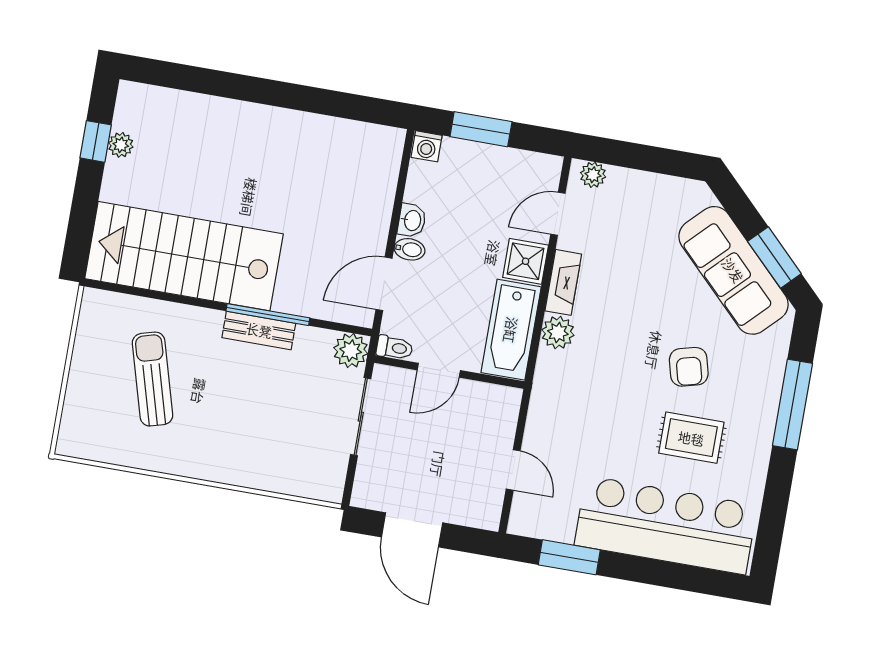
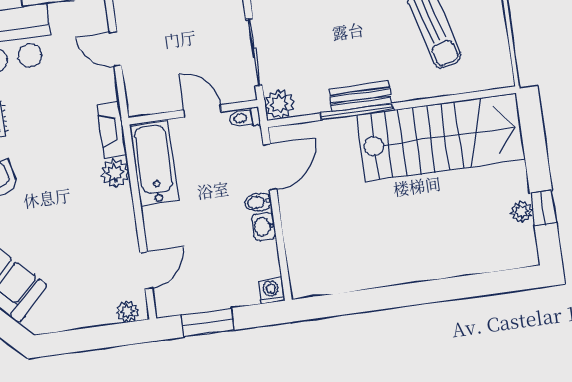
window: (481, 129) -> (208, 322), moved
shower: (526, 261) -> (160, 223), removed
fireplace: (563, 282) -> (112, 130), moved
door: (439, 370) -> (202, 111), hinge flipped

